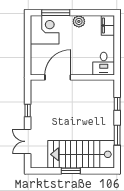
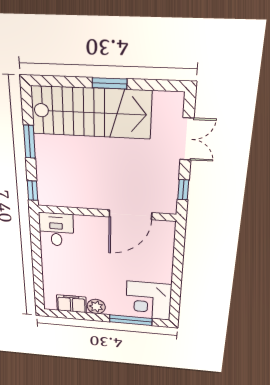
filing cabinet: (108, 25) -> (71, 304), moved, turned -90
desk: (104, 64) -> (56, 230), moved
door: (58, 77) -> (130, 215), moved
wall: (72, 77) -> (106, 213), moved

